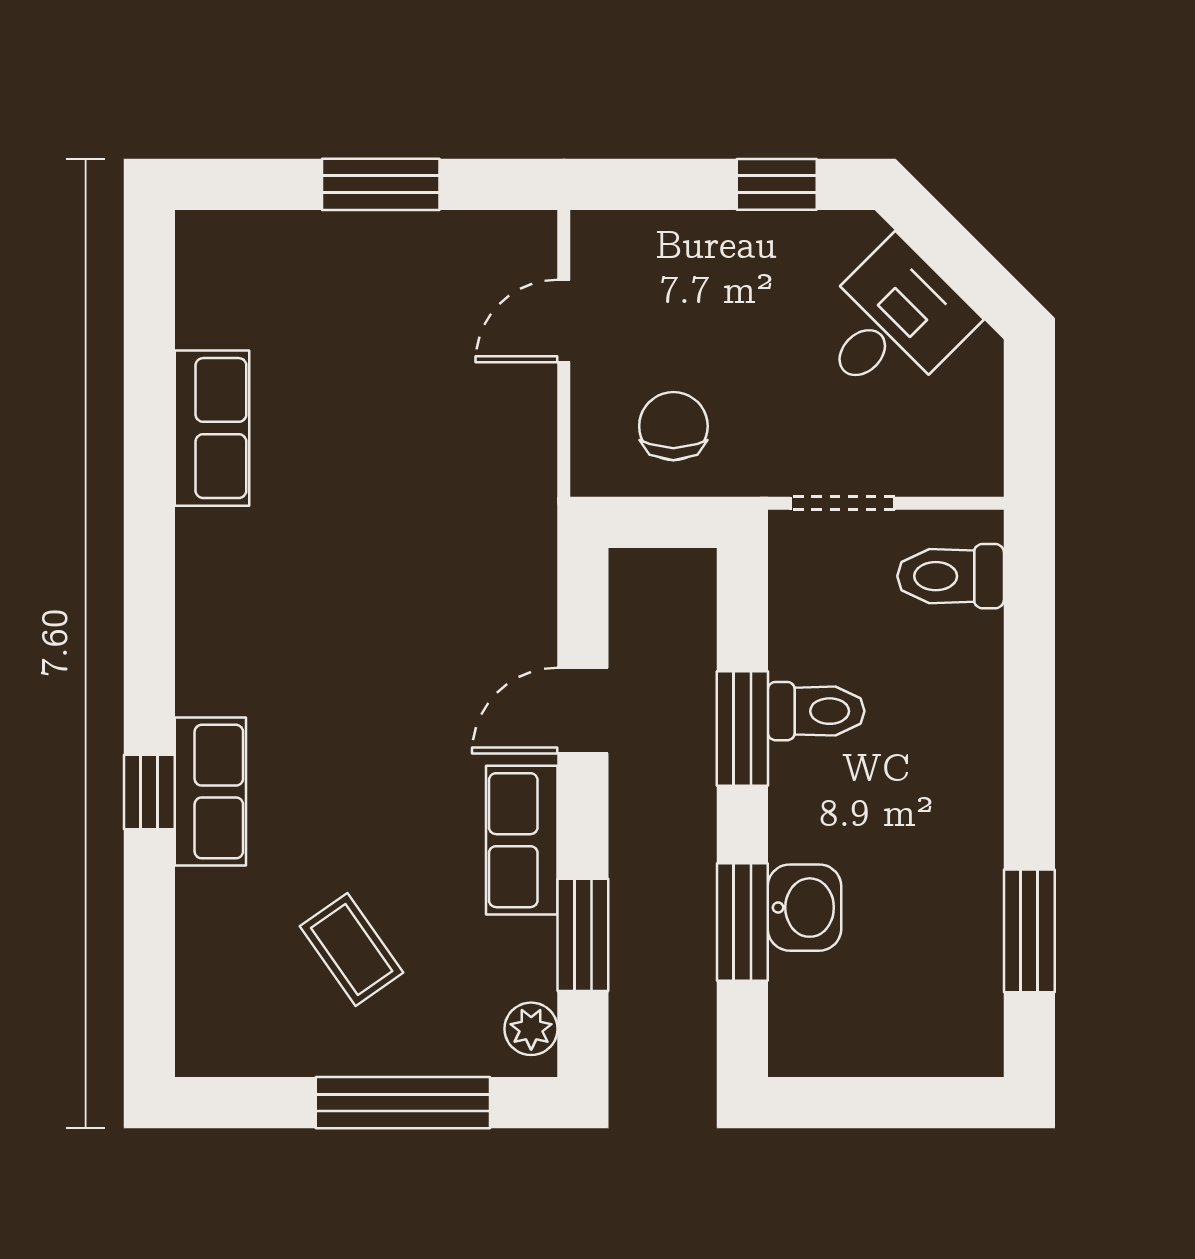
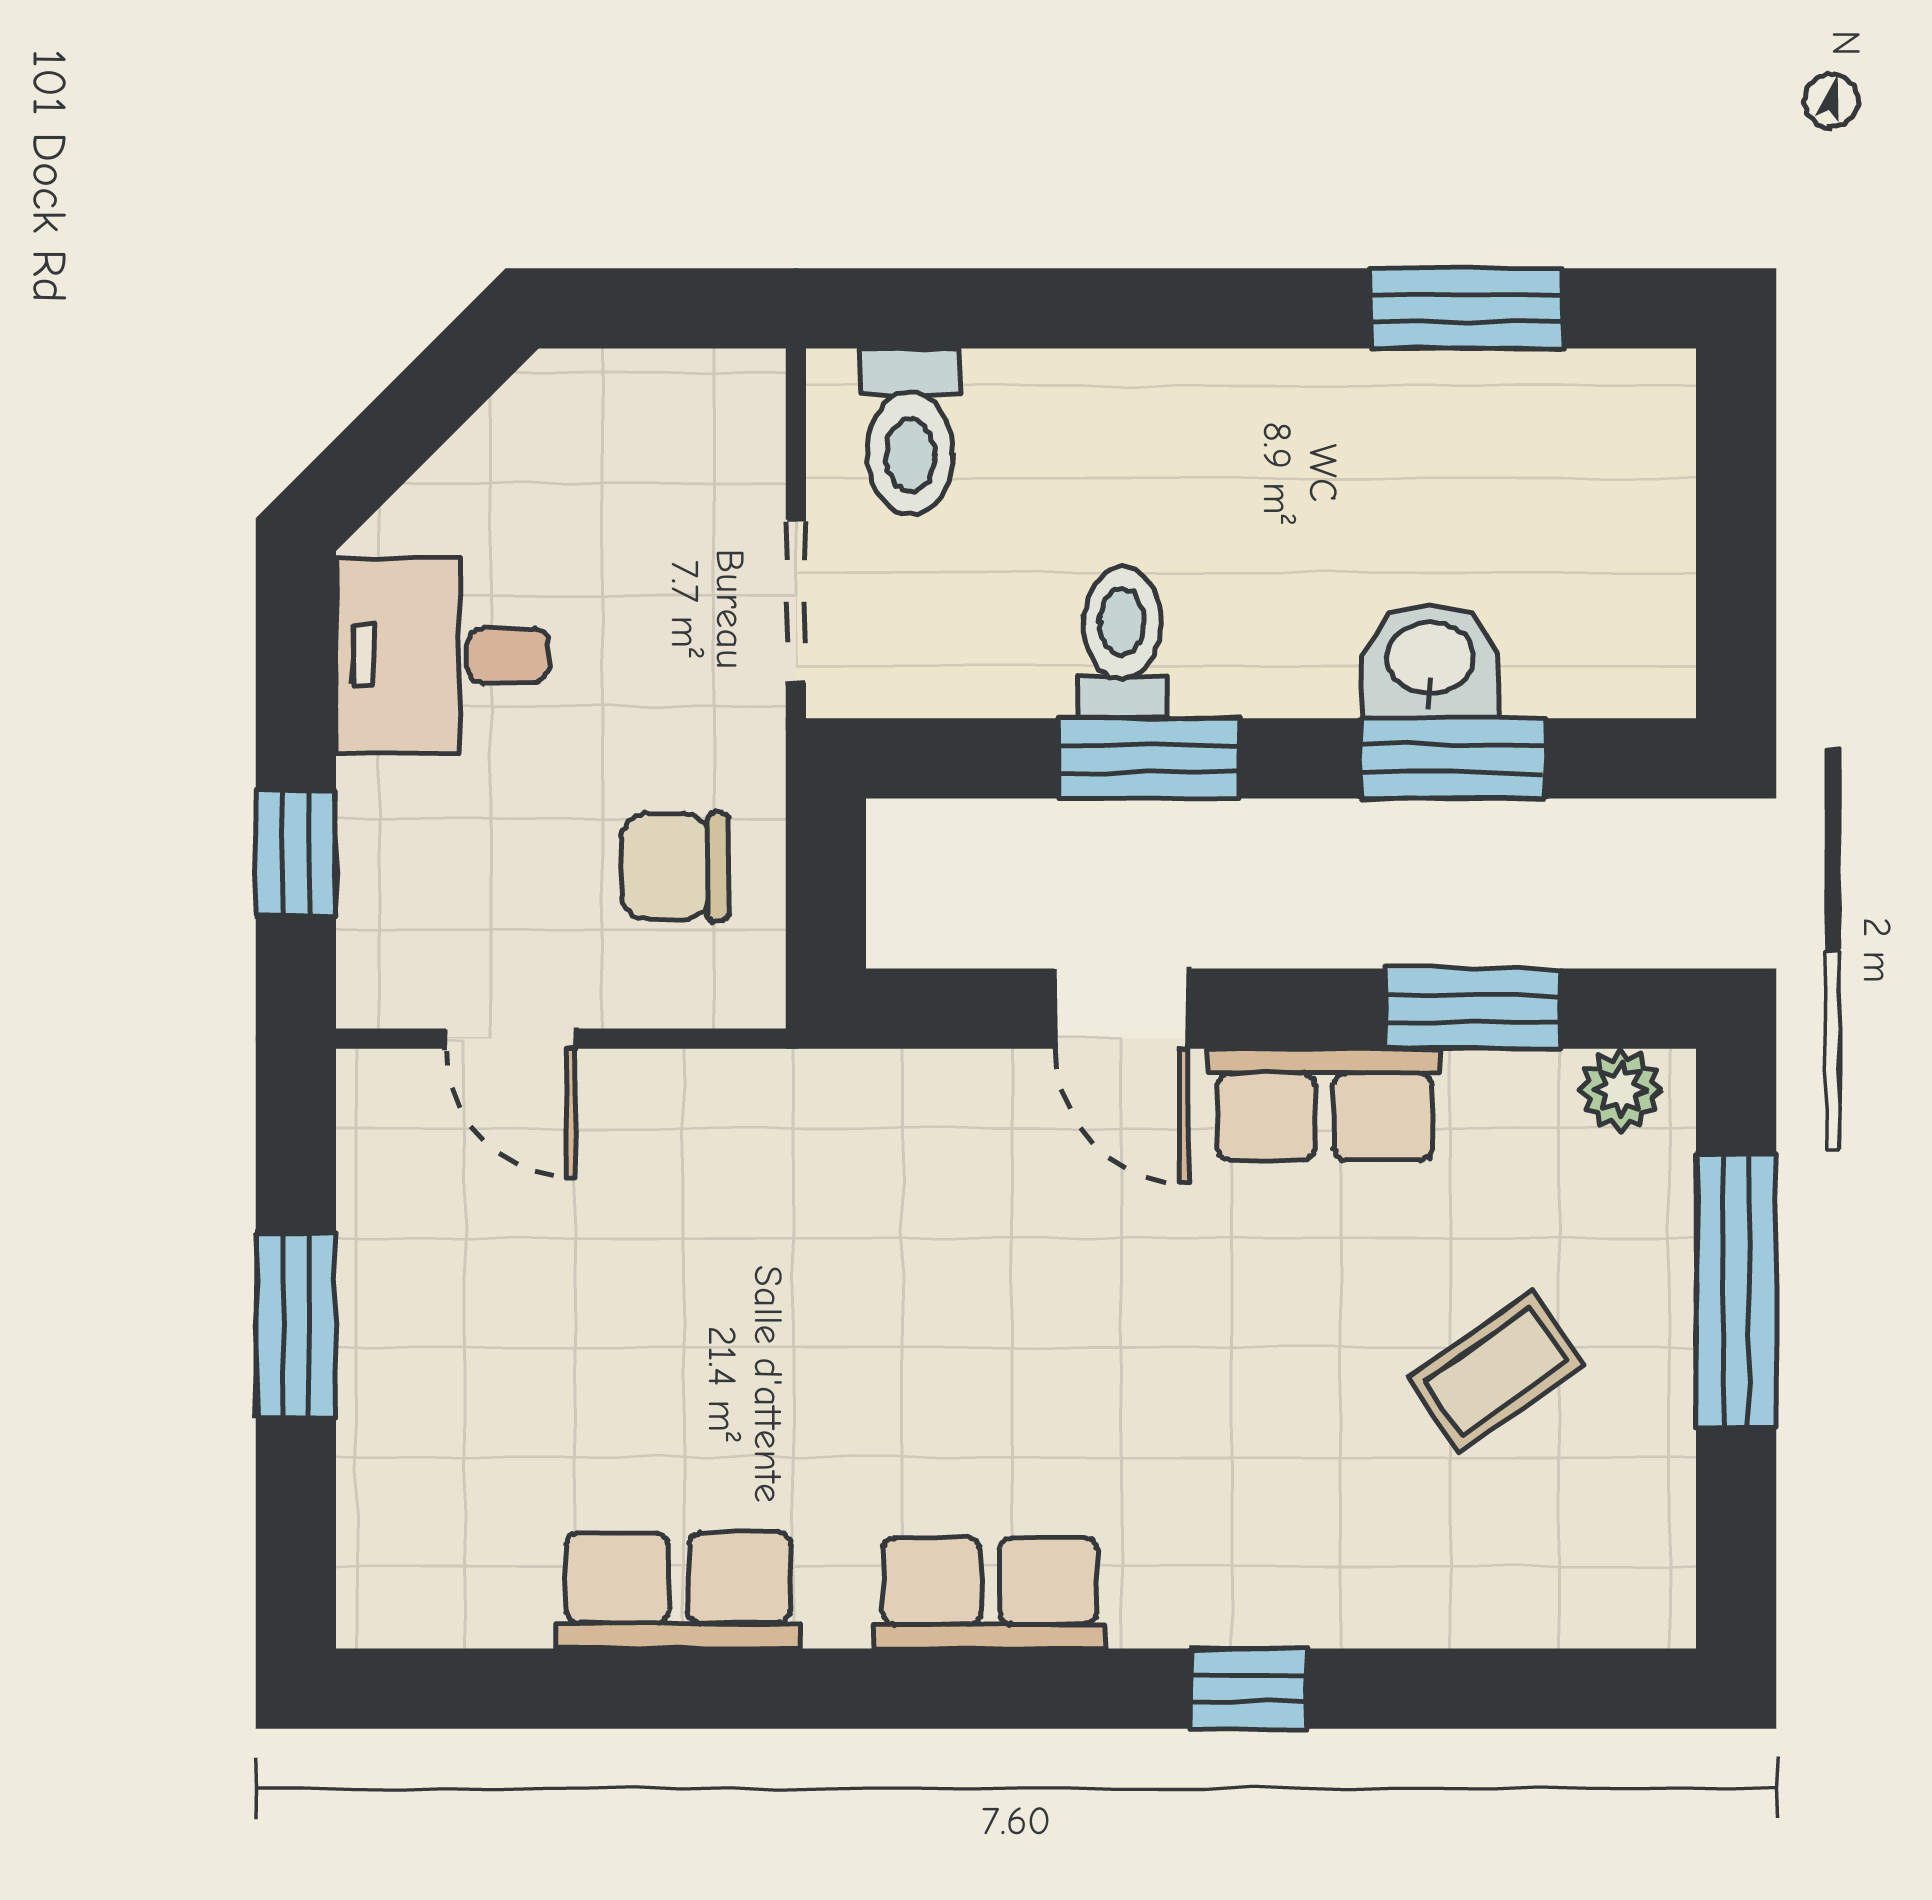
window: (777, 184) -> (296, 853), moved
desk: (892, 323) -> (442, 655), moved, turned -45
row of seats: (210, 792) -> (990, 1593), moved

